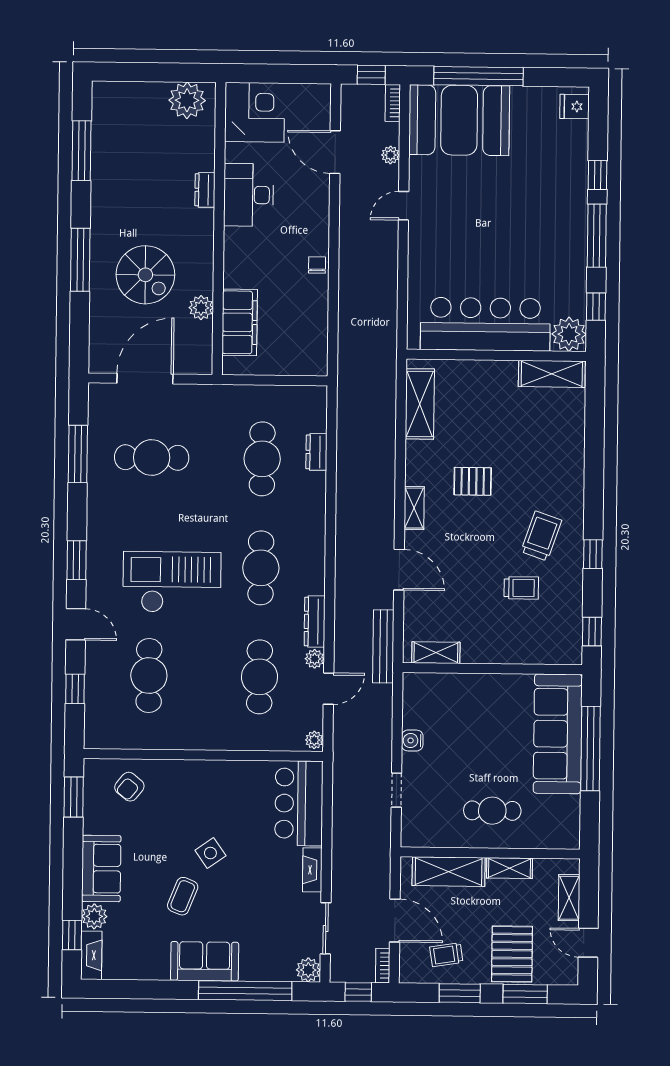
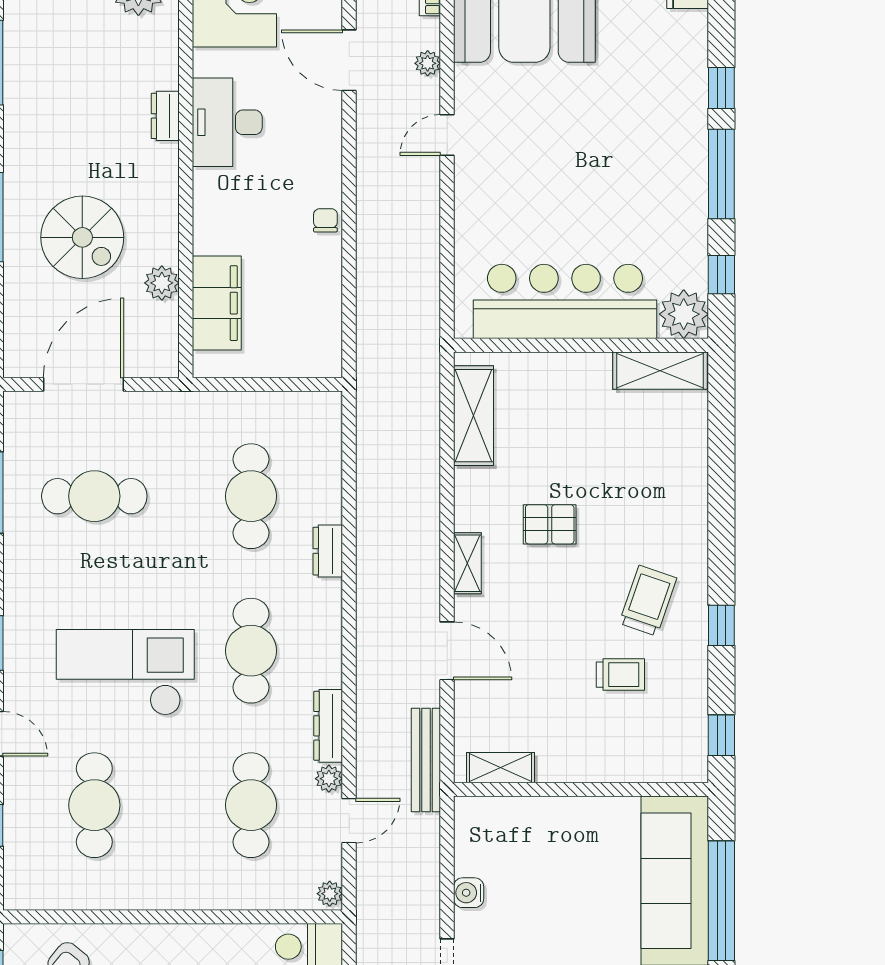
dresser: (316, 452) -> (328, 551), moved

